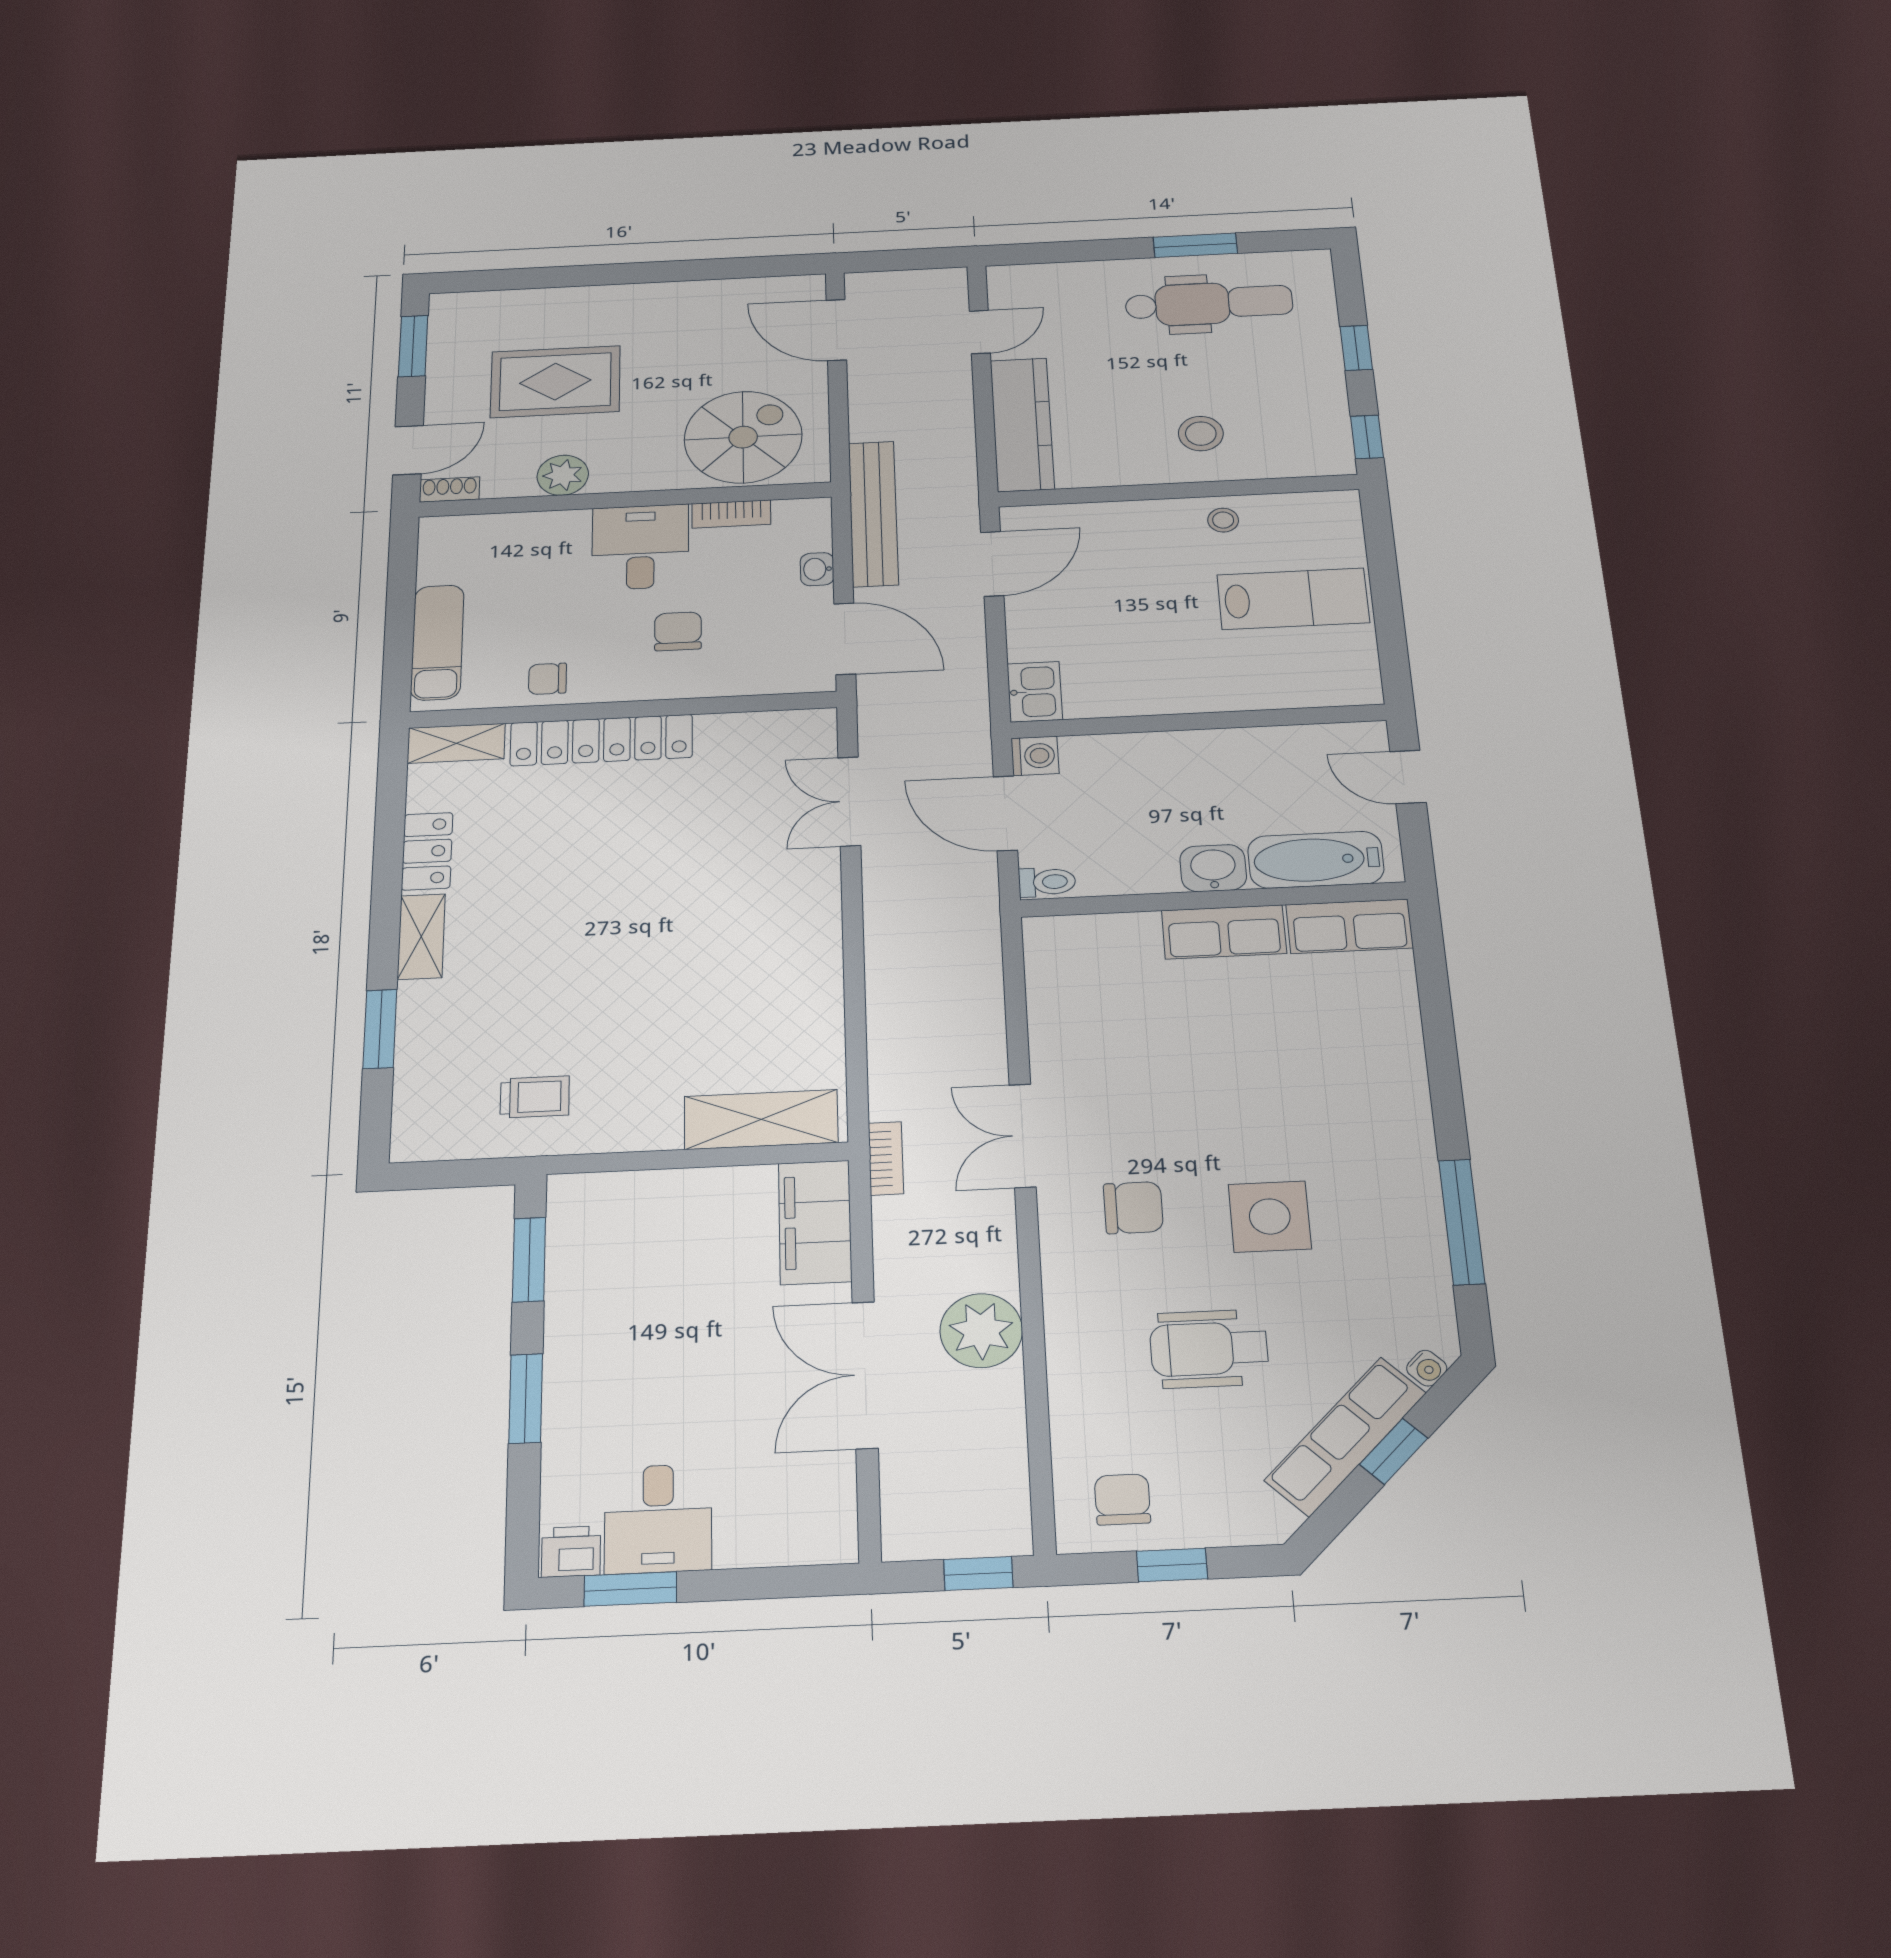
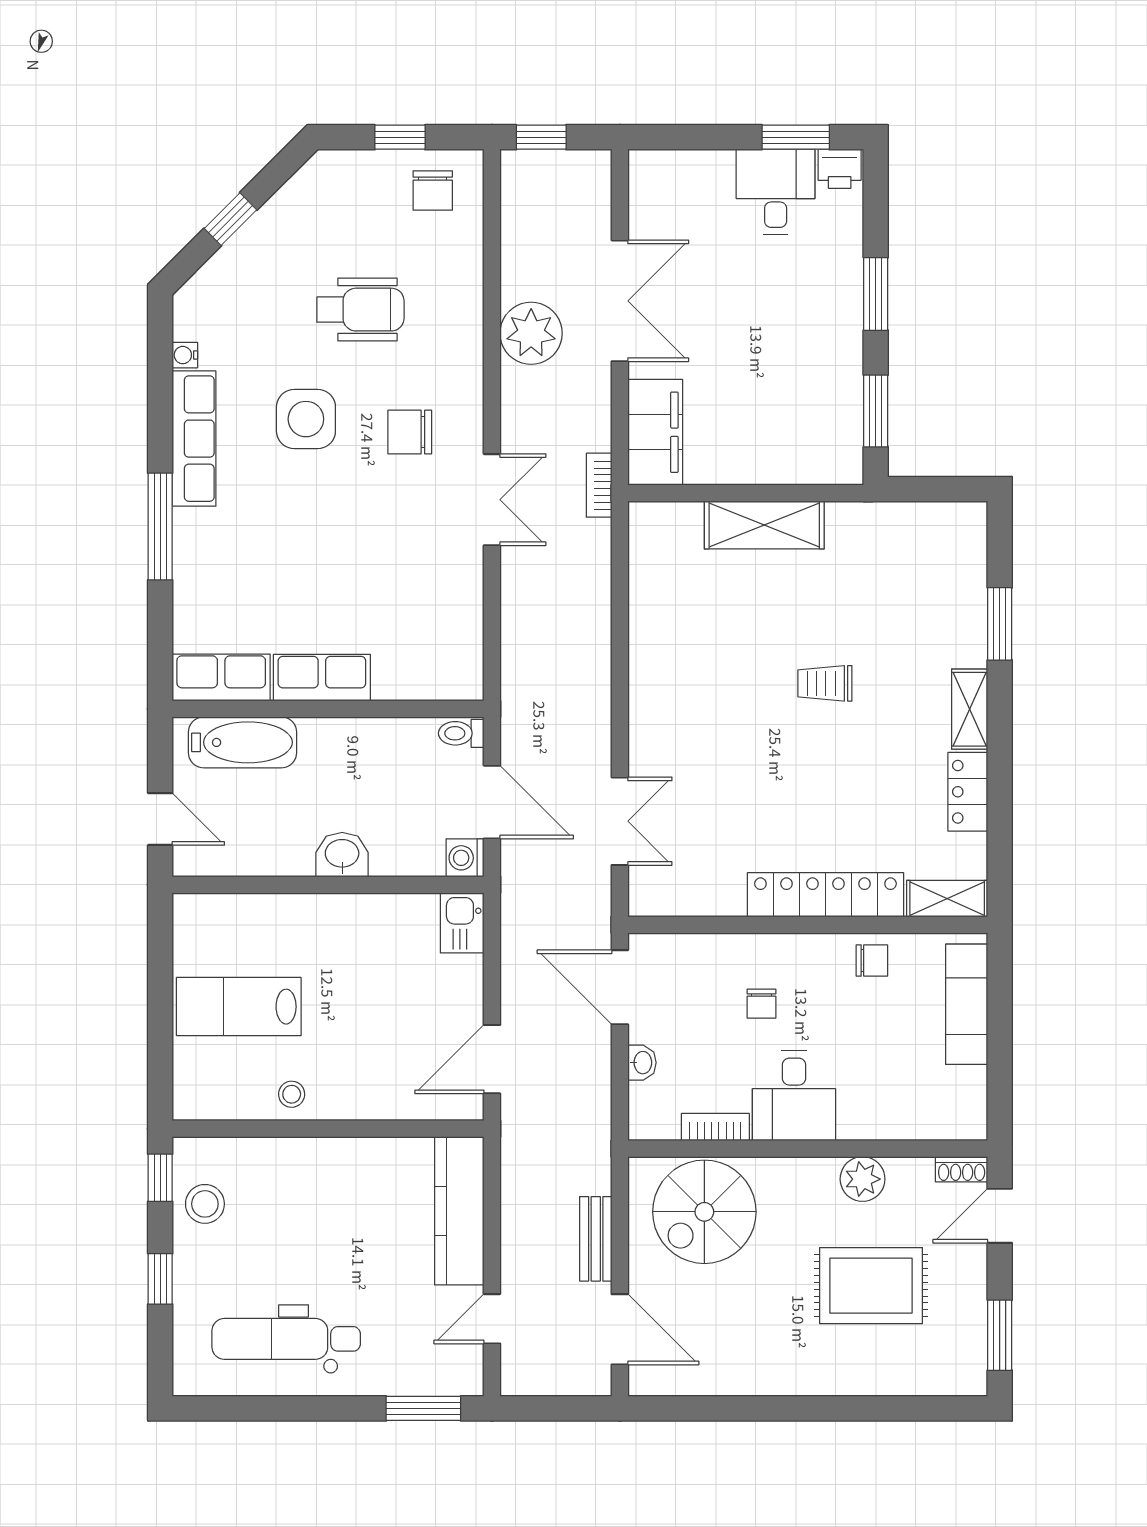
window: (1195, 245) -> (423, 1408), moved
stool: (1201, 434) -> (205, 1204), moved
bench: (873, 513) -> (596, 1239), moved, width x0.54, depth x0.82
chair: (678, 631) -> (761, 1004), width x0.73, depth x0.73
washbasin: (1213, 868) -> (342, 855), moved, turned 180
trolley: (535, 1097) -> (825, 683), moved
shelving: (761, 1119) -> (764, 525), moved
window: (1462, 1222) -> (160, 526), moved
water cooler: (1427, 1368) -> (185, 355), moved, turned -45
row of seats: (1346, 1436) -> (194, 439), moved, turned -45

